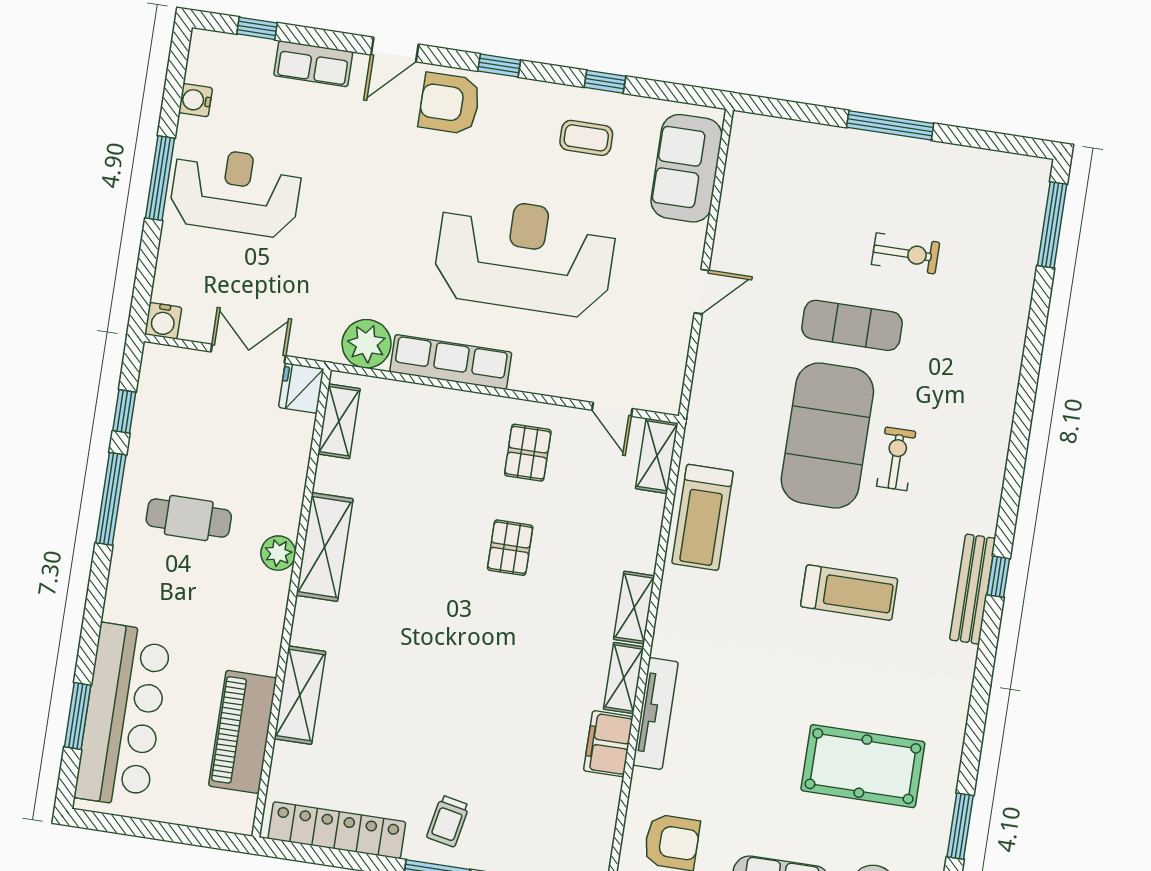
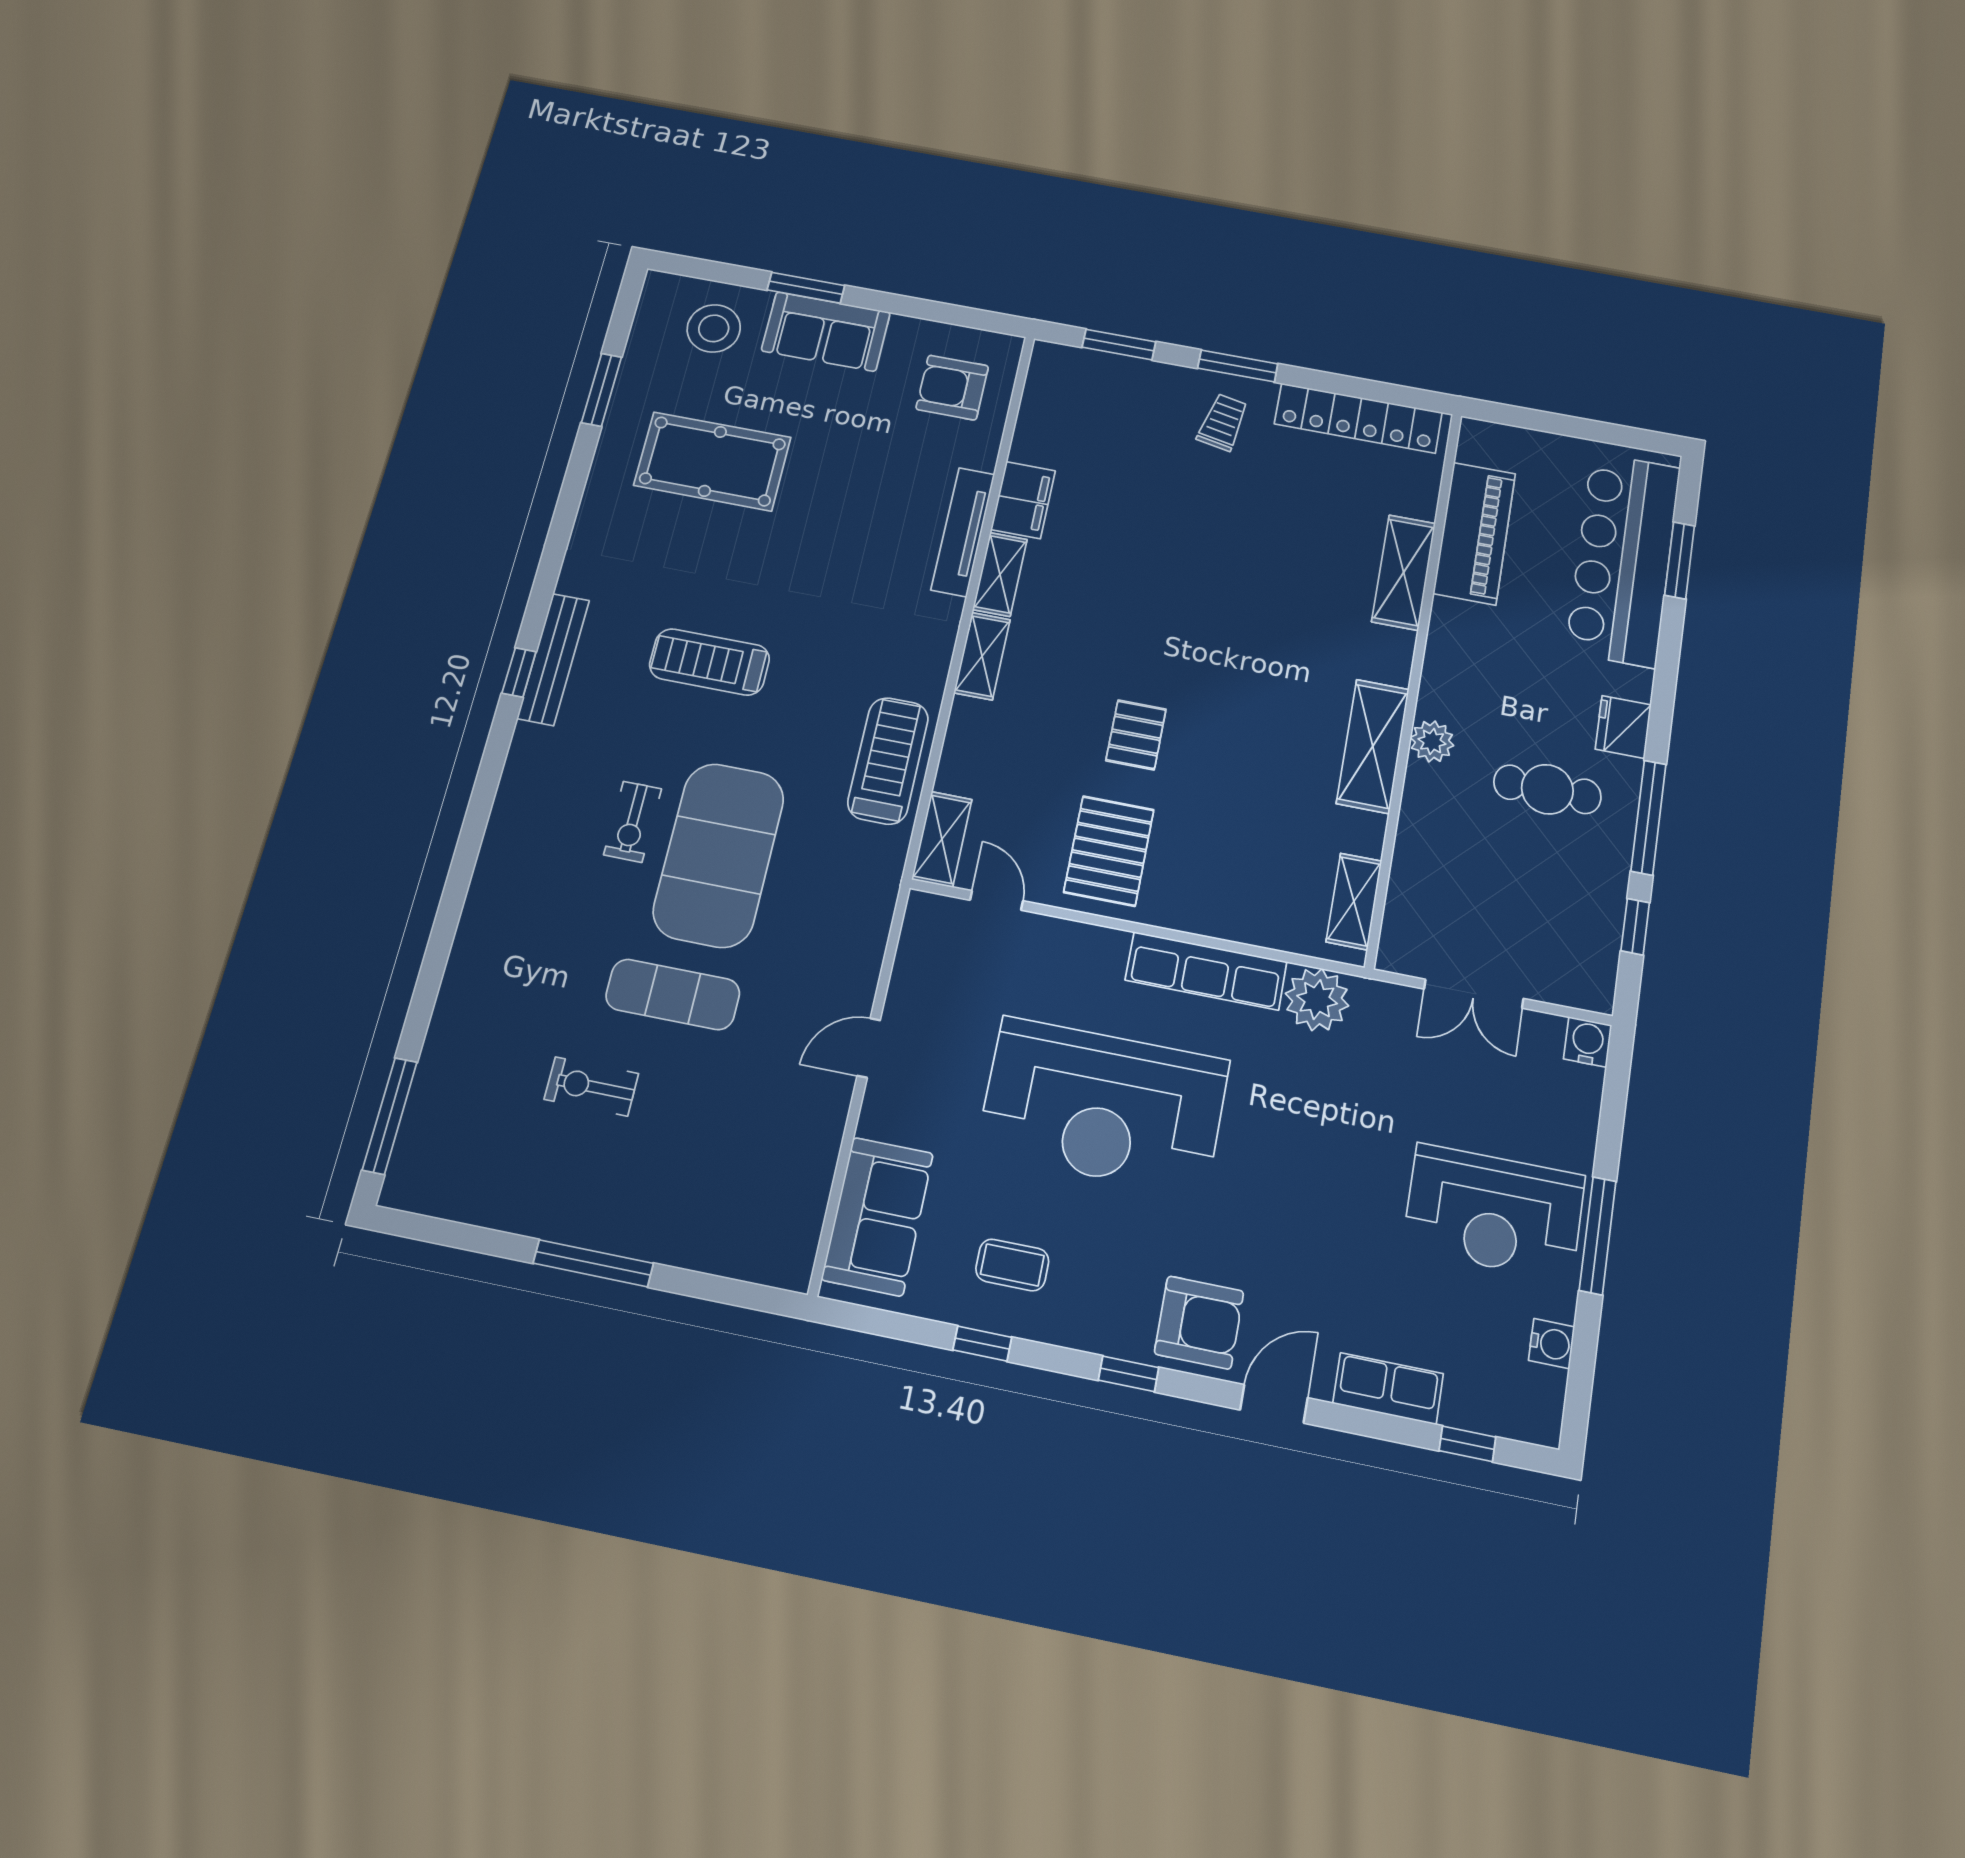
fridge: (301, 388) -> (1623, 727), moved, turned 180
pallet: (528, 453) -> (1109, 851), width x1.50, depth x1.42

